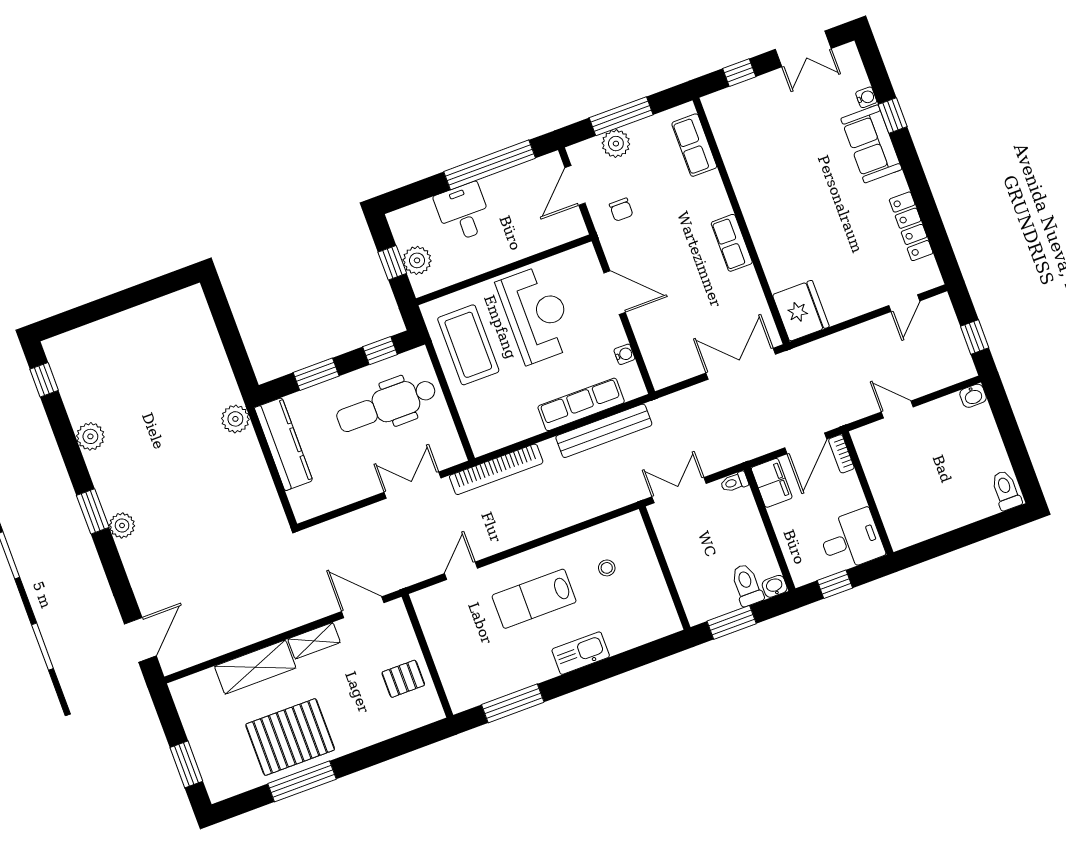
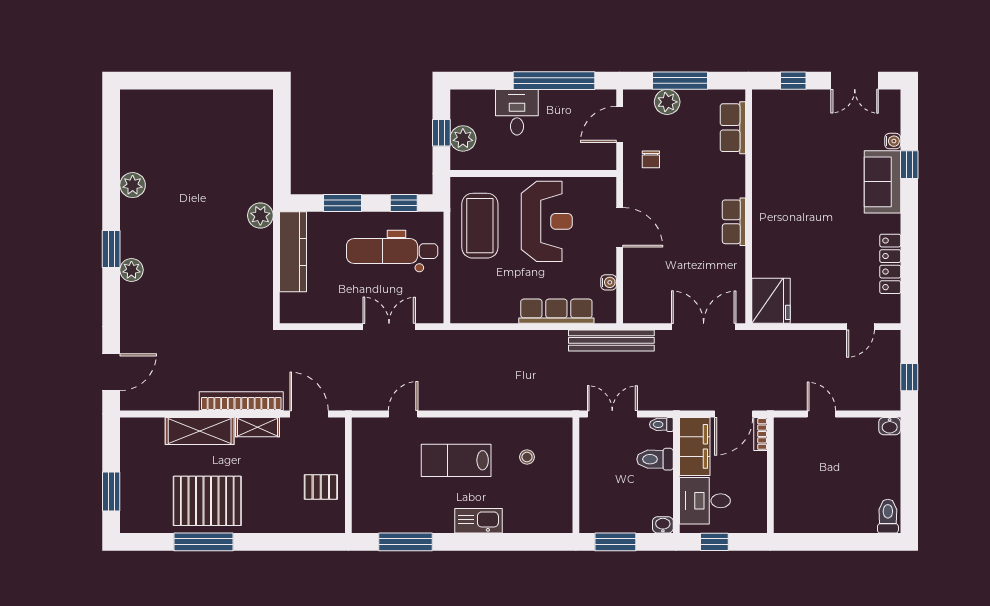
window: (44, 380) -> (111, 123), removed
bench: (604, 431) -> (611, 340), moved
bookcase: (496, 469) -> (241, 401), moved, turned 180
filing cabinet: (772, 483) -> (695, 446), width x1.50, depth x1.17
desk: (851, 540) -> (705, 501), moved, turned 180
toilet: (747, 585) -> (655, 459), moved, turned -90

